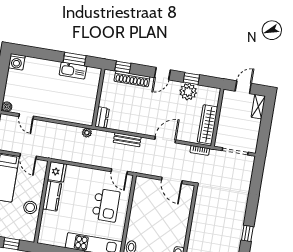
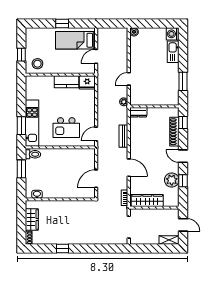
kitchen sink: (73, 71) -> (173, 52), moved
door: (26, 116) -> (129, 79), moved
stool: (30, 207) -> (37, 64), moved

